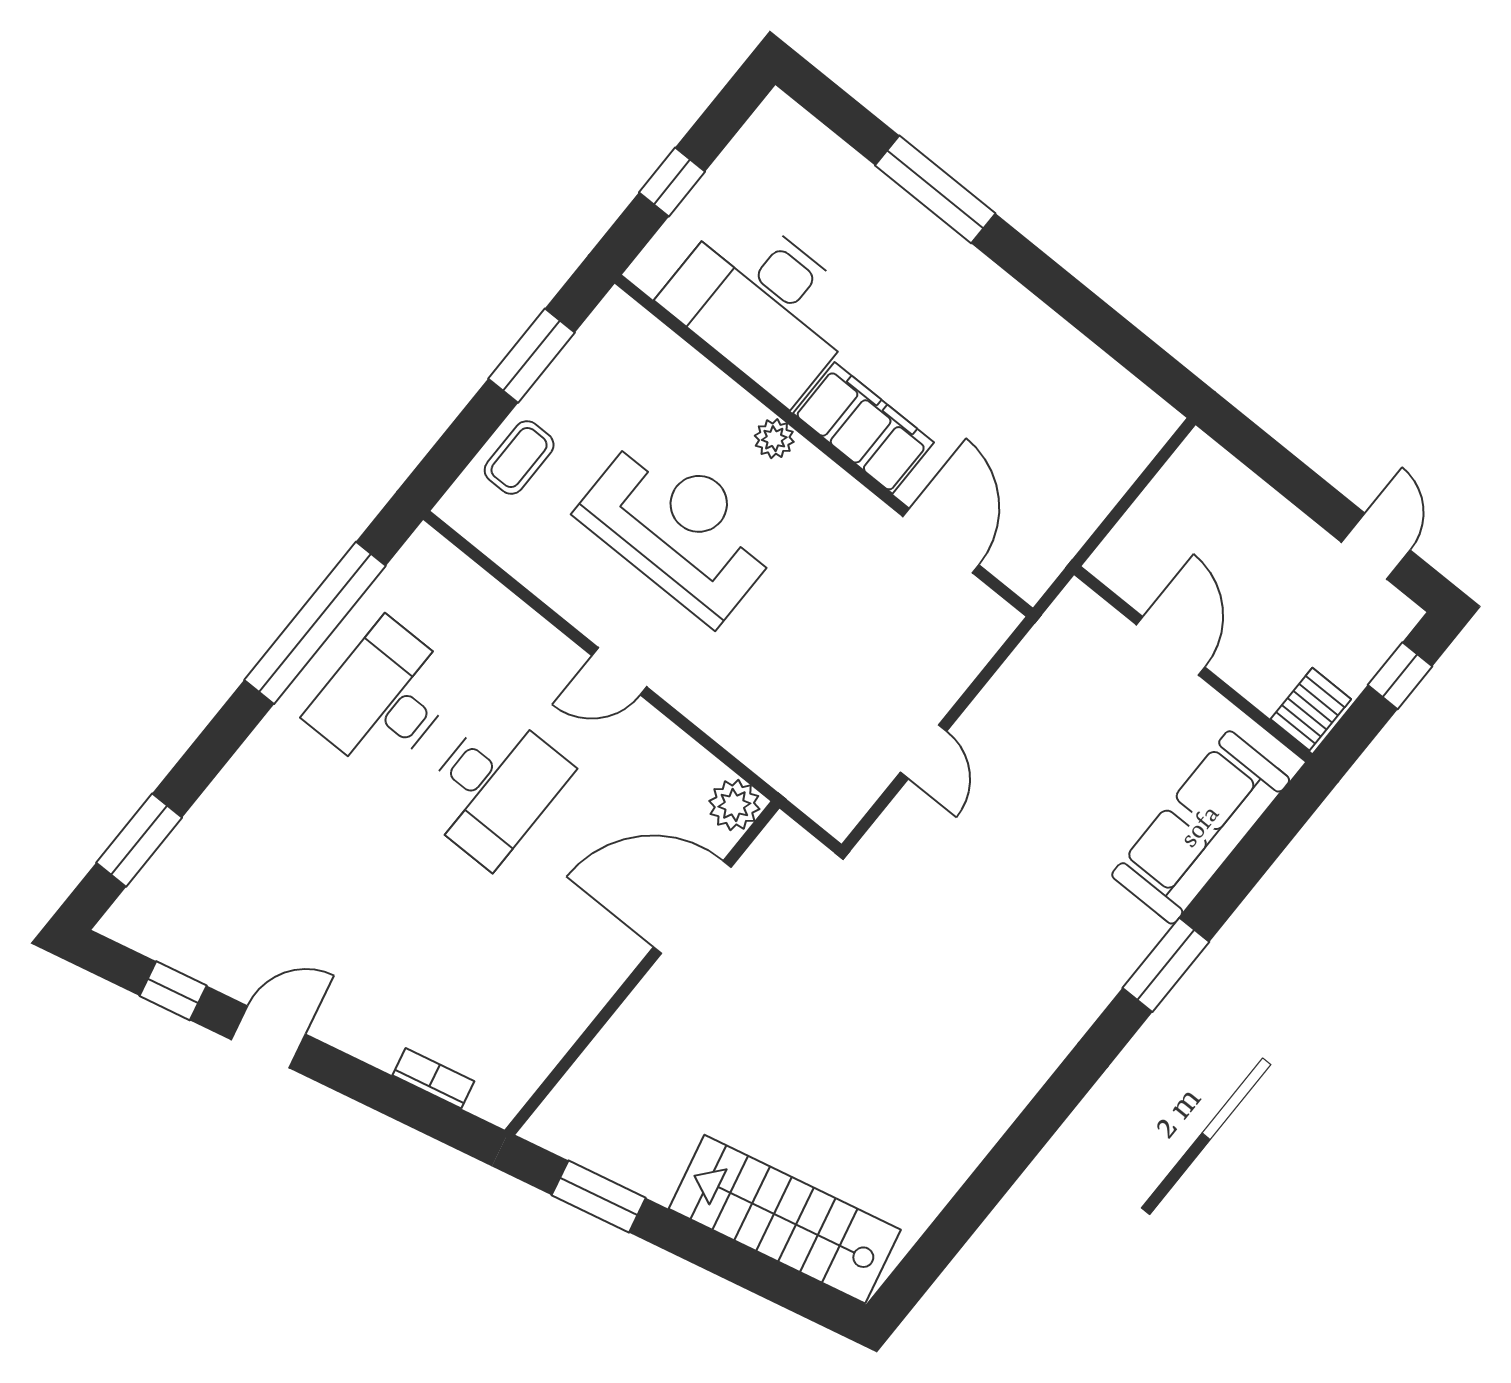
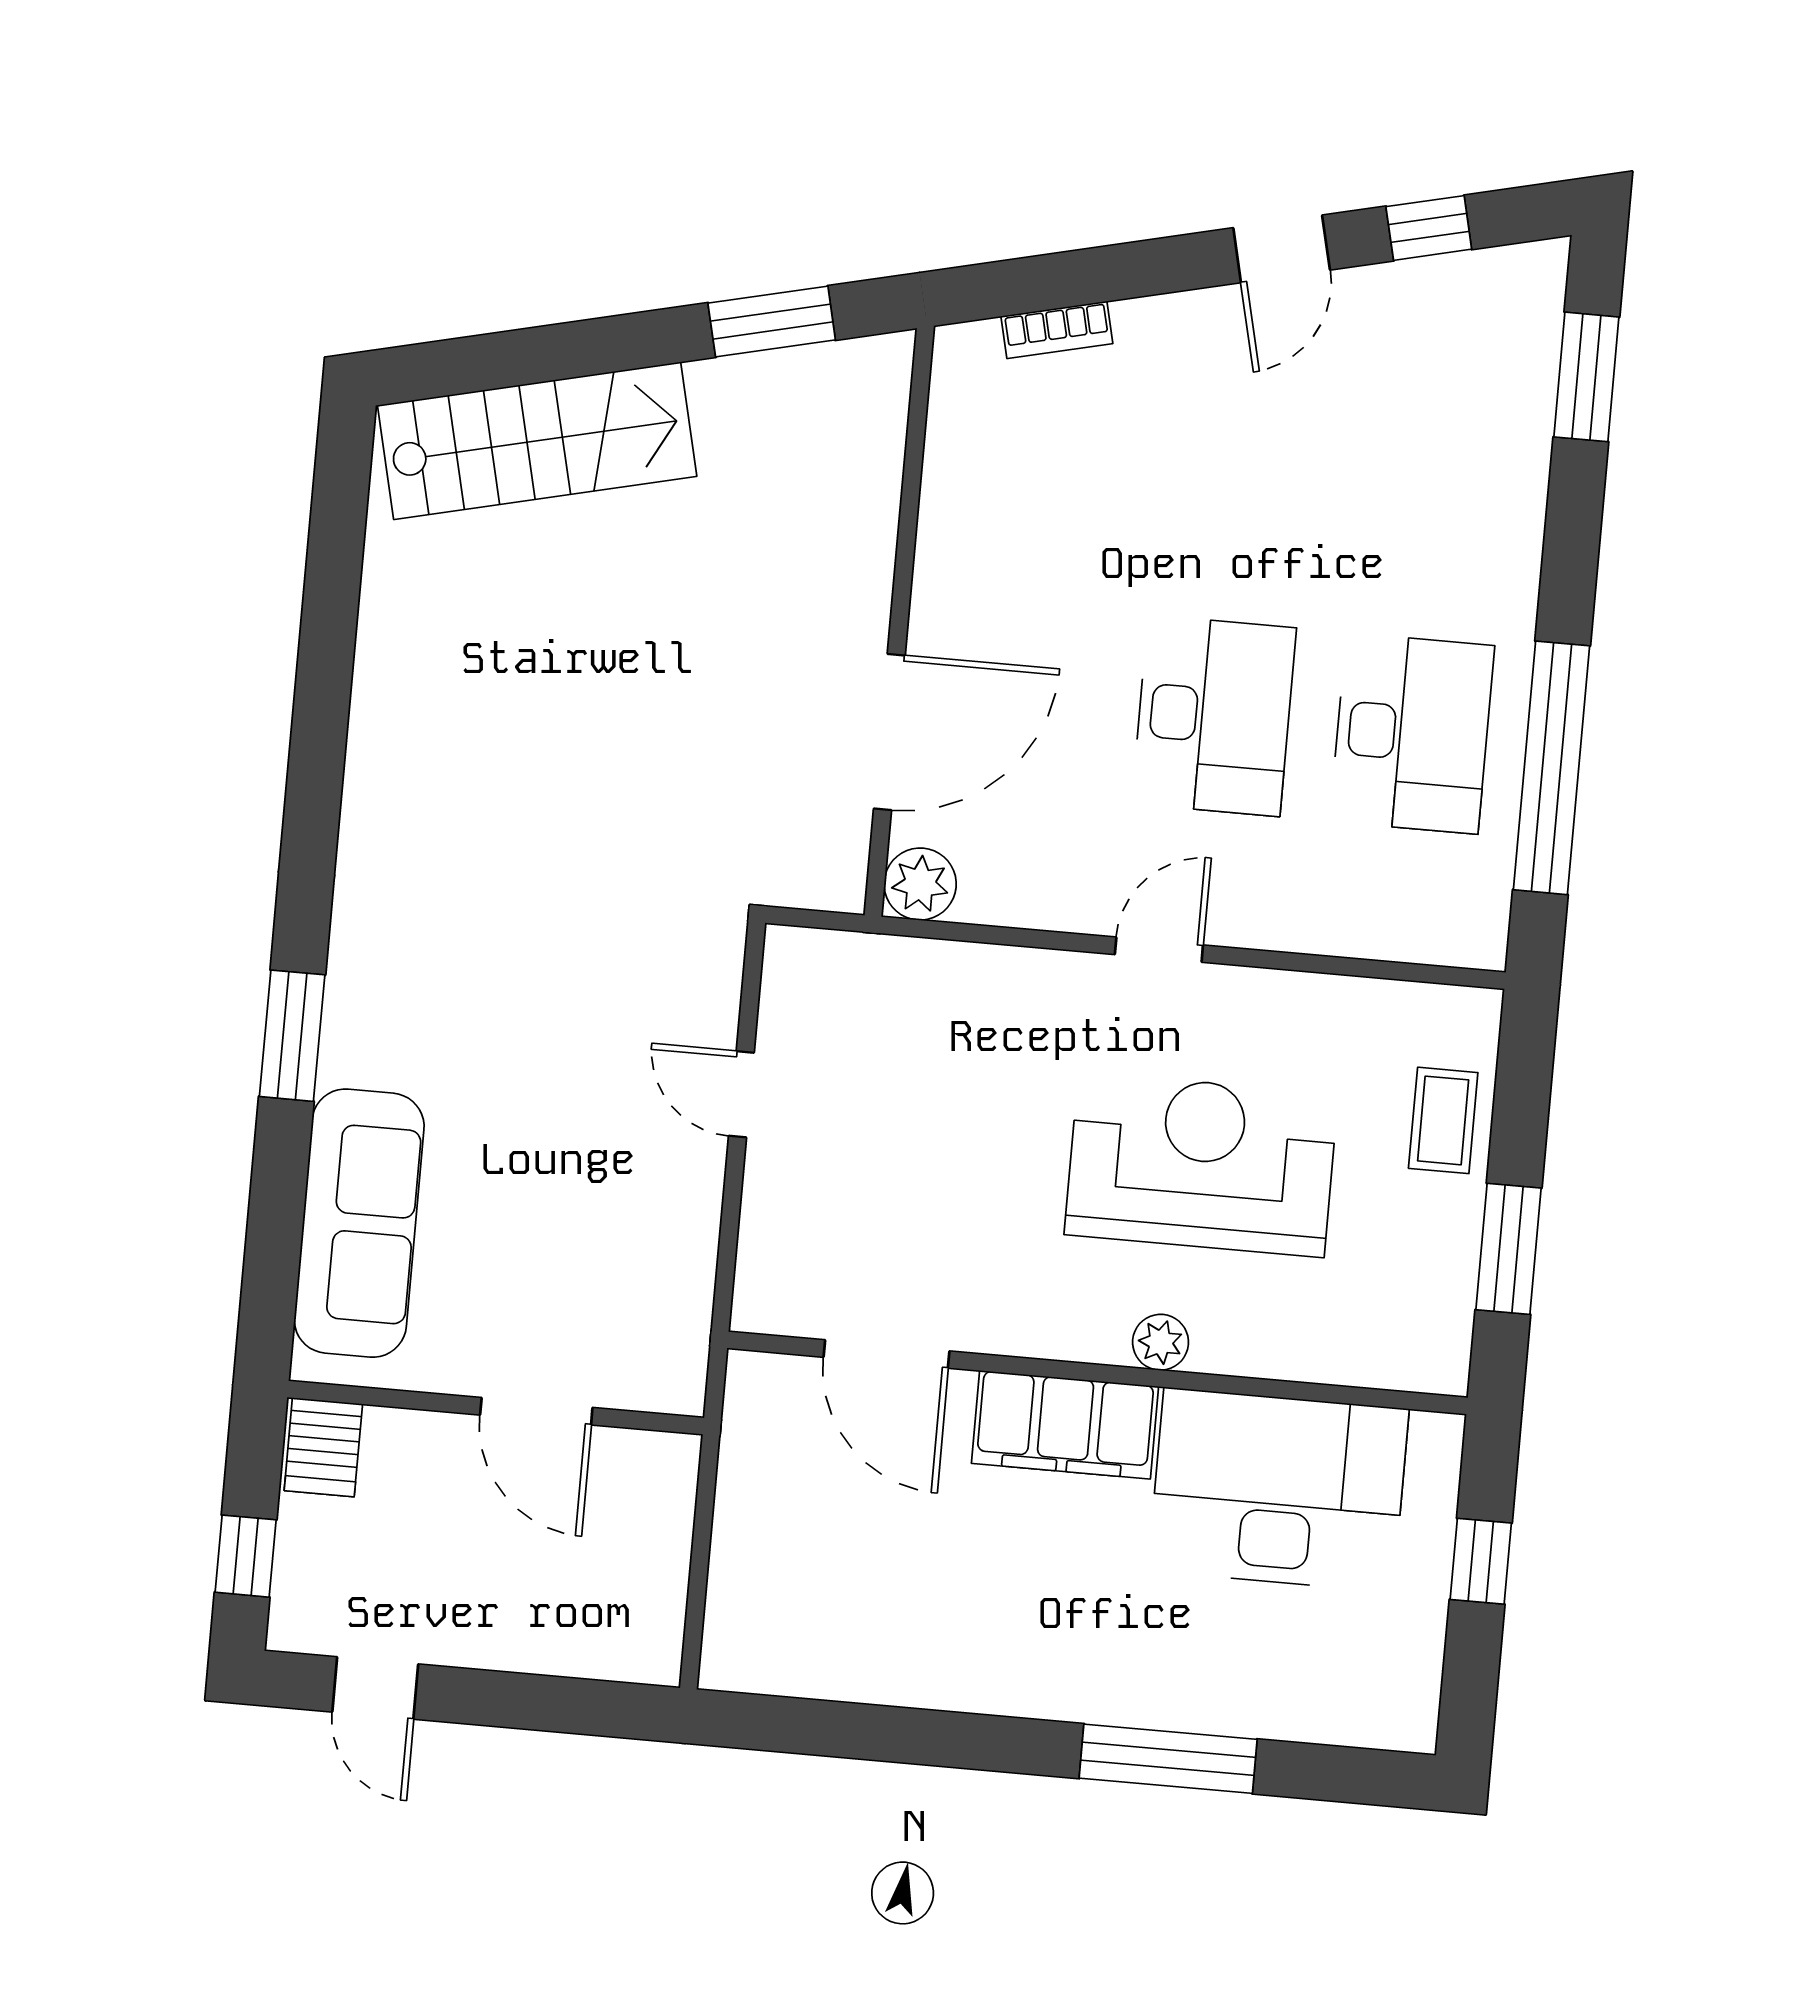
reception desk: (680, 528) -> (1201, 1165), turned 180
desk: (494, 788) -> (1214, 716), turned 180

